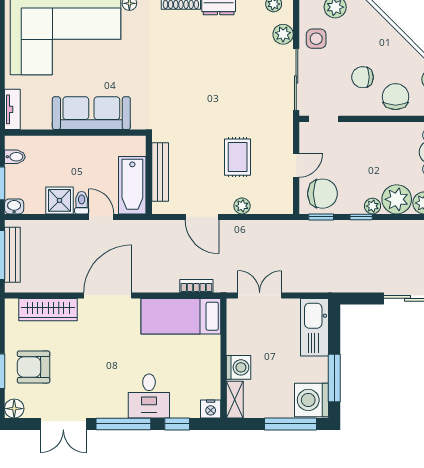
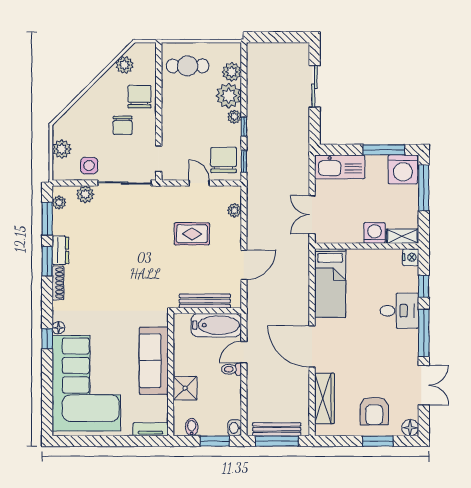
chair: (396, 97) -> (139, 97), turned 90
shower: (59, 200) -> (185, 388), moved
plant: (242, 206) -> (234, 210), moved
bookcase: (196, 286) -> (304, 270), removed

